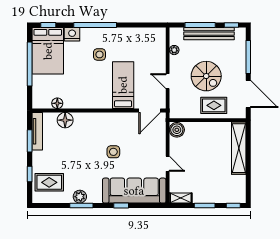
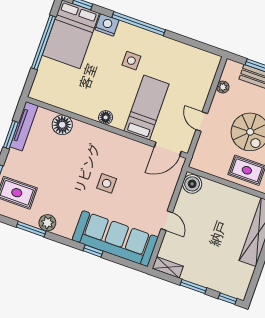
floor lamp: (57, 103) -> (106, 117), moved
window: (81, 205) -> (31, 229), moved

